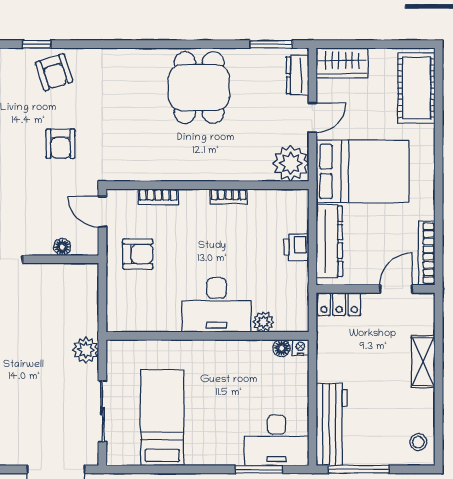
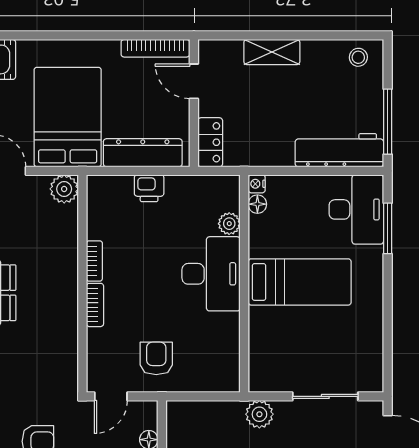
plant: (291, 163) -> (64, 189), width x0.73, depth x0.73
bookcase: (158, 197) -> (95, 305), moved
bed: (162, 418) -> (300, 282), moved, turned 180

